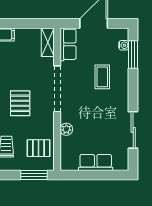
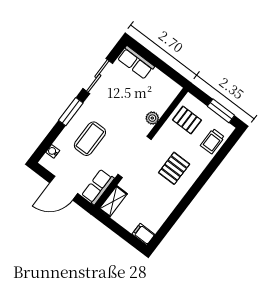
window: (133, 54) -> (71, 112), moved
coffee table: (102, 77) -> (90, 139), width x1.36, depth x1.30
row of seats: (96, 162) -> (136, 63), moved
window: (34, 175) -> (221, 111), moved

